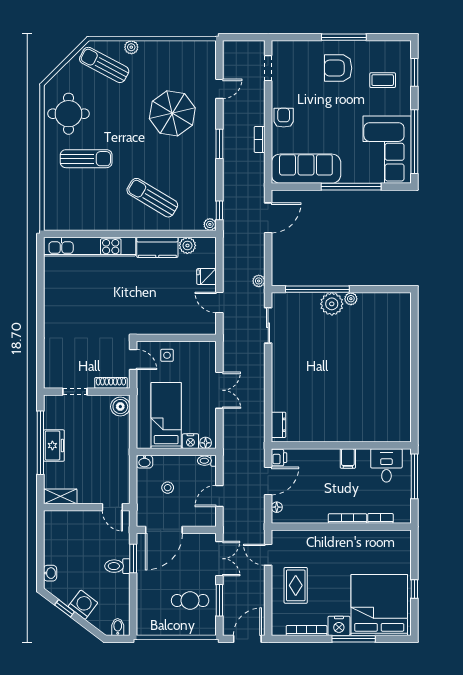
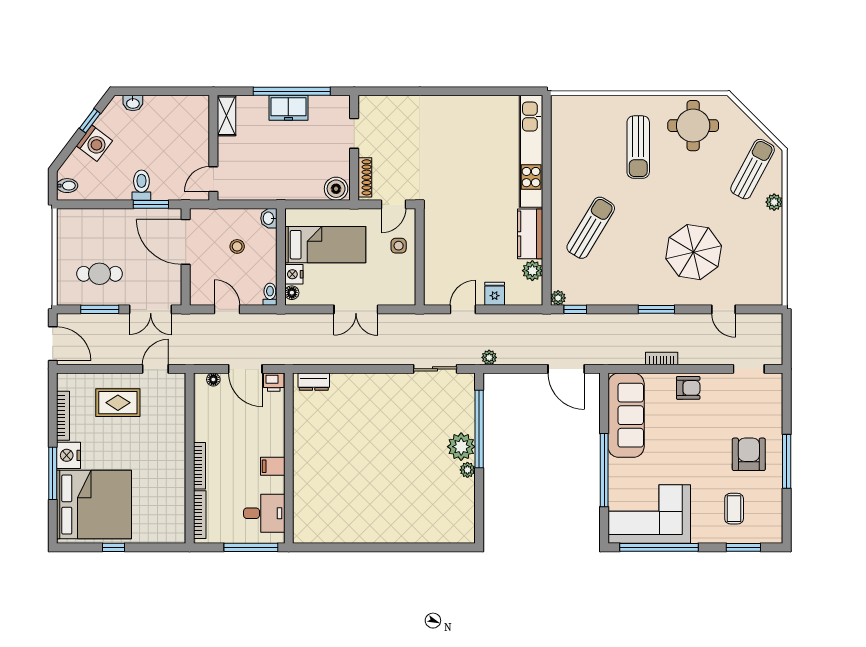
bookcase: (380, 518) -> (200, 515), width x1.56
cafe table: (190, 600) -> (100, 274), turned 90

